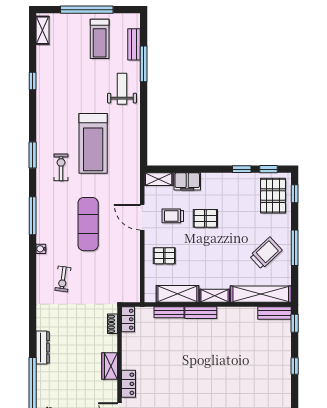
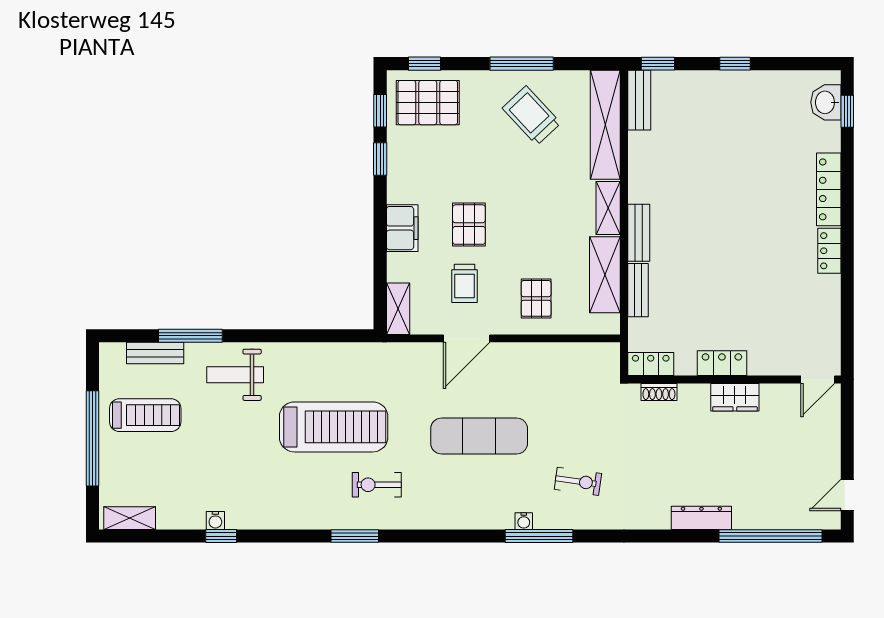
water cooler: (41, 78) -> (215, 520), added
filing cabinet: (187, 181) -> (402, 228), moved
window: (33, 216) -> (539, 536), moved
locker: (128, 384) -> (722, 363), moved

